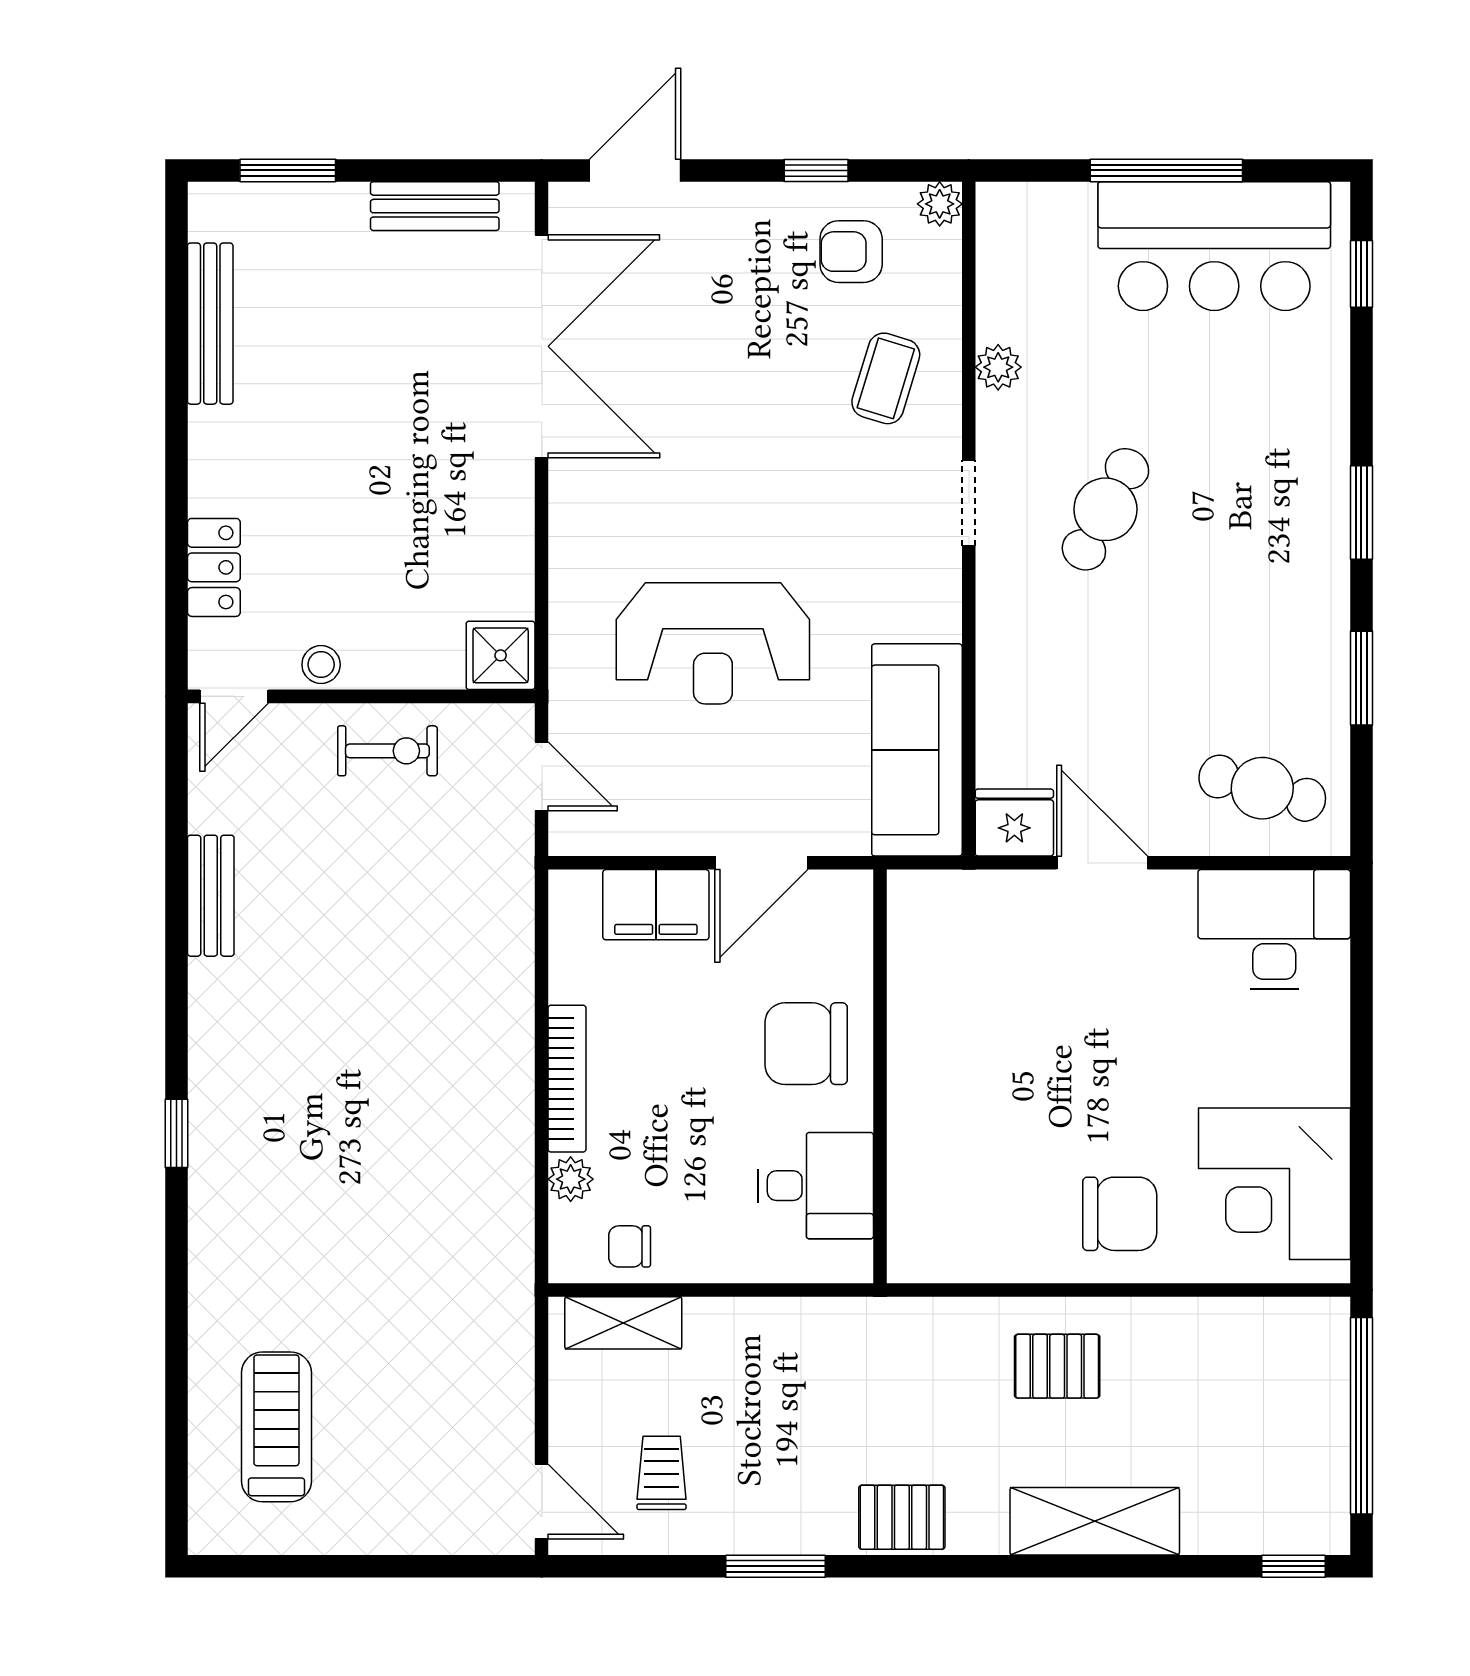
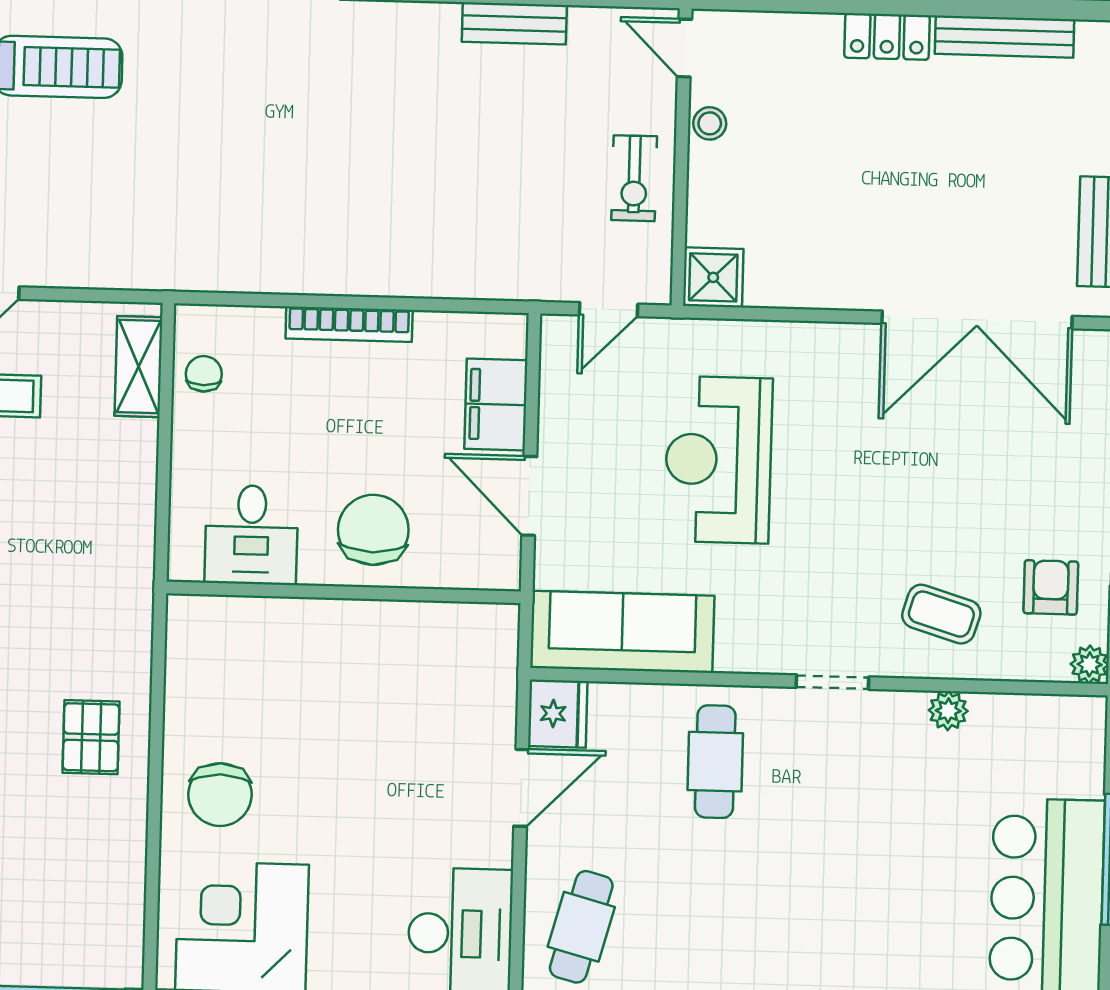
cafe table: (1105, 509) -> (715, 762), moved, turned 62
locker: (214, 567) -> (887, 36), moved
plant: (571, 1179) -> (263, 325), removed

